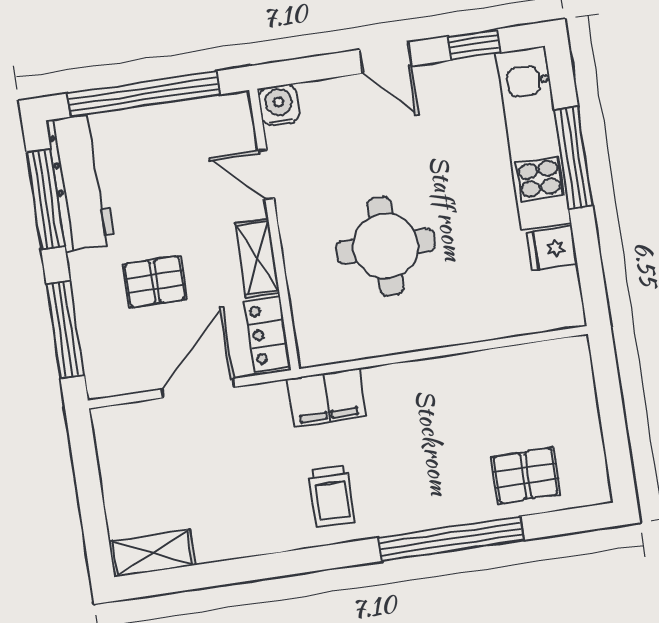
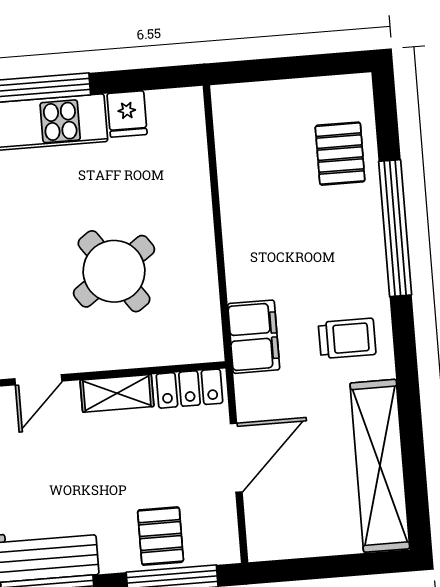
round table: (385, 246) -> (114, 271), turned -35
pallet: (155, 282) -> (161, 536), moved
door: (198, 388) -> (236, 458), swing flipped
shelving: (152, 553) -> (380, 466), width x2.20, depth x1.33

